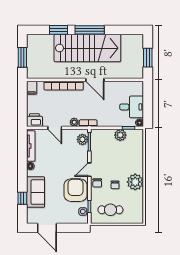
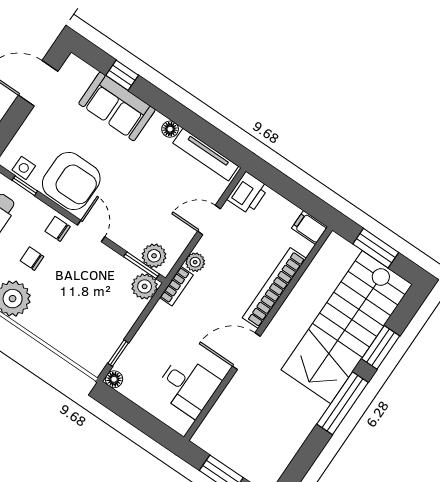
stairs: (87, 48) -> (347, 327), moved
desk: (132, 107) -> (188, 386), moved, turned -90
plant: (120, 135) -> (145, 286), moved

